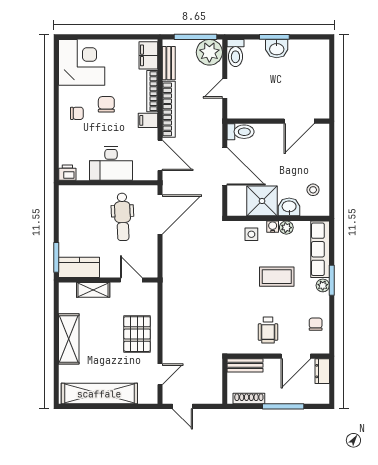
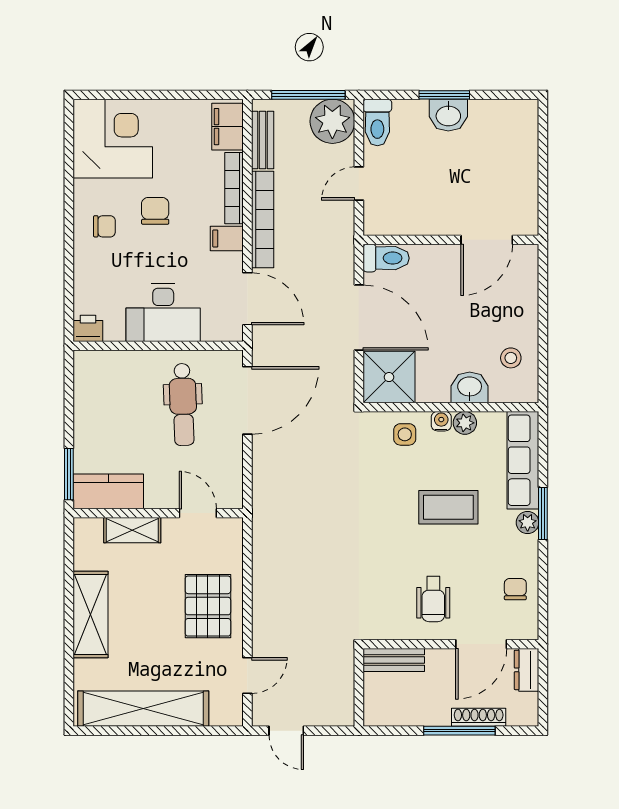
shower: (262, 201) -> (389, 377), moved
shoe rack: (249, 399) -> (479, 717), moved

